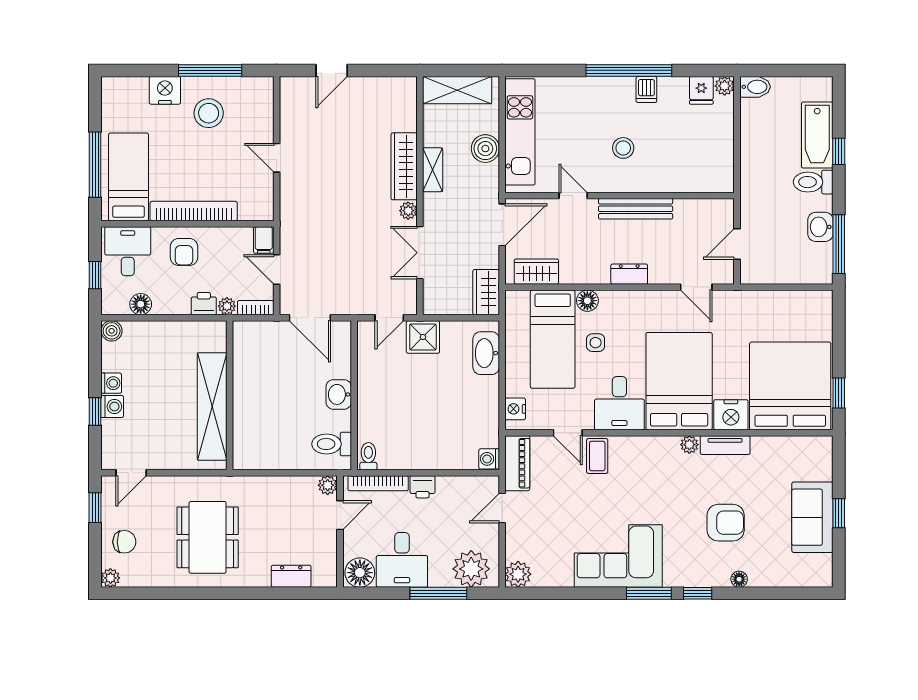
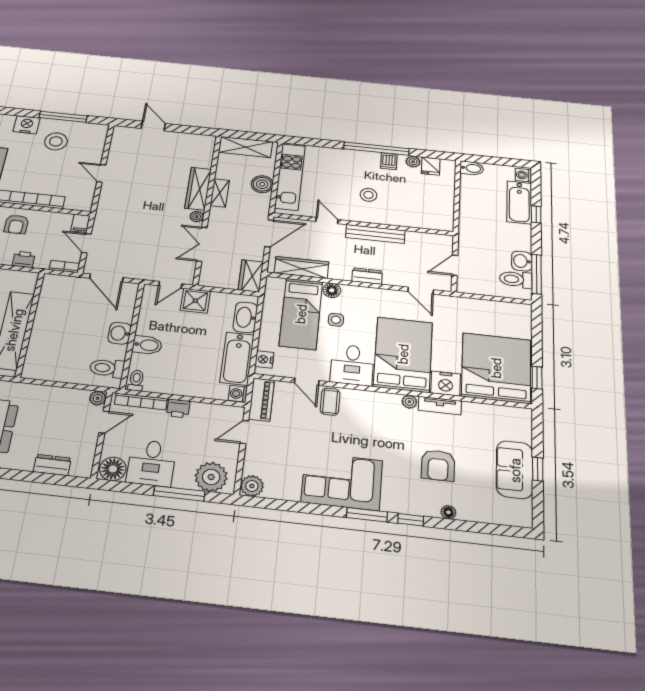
door: (332, 70) -> (153, 126), swing flipped
plant: (725, 86) -> (413, 162), moved
washing machine: (822, 90) -> (523, 175), added
toilet: (813, 182) -> (516, 279), moved
wardrobe: (536, 272) -> (301, 267), width x1.50
plant: (227, 306) -> (42, 263), removed
bidet: (374, 407) -> (147, 345), added
bathtub: (483, 412) -> (237, 359), added
armchair: (726, 523) -> (438, 465), turned 90

